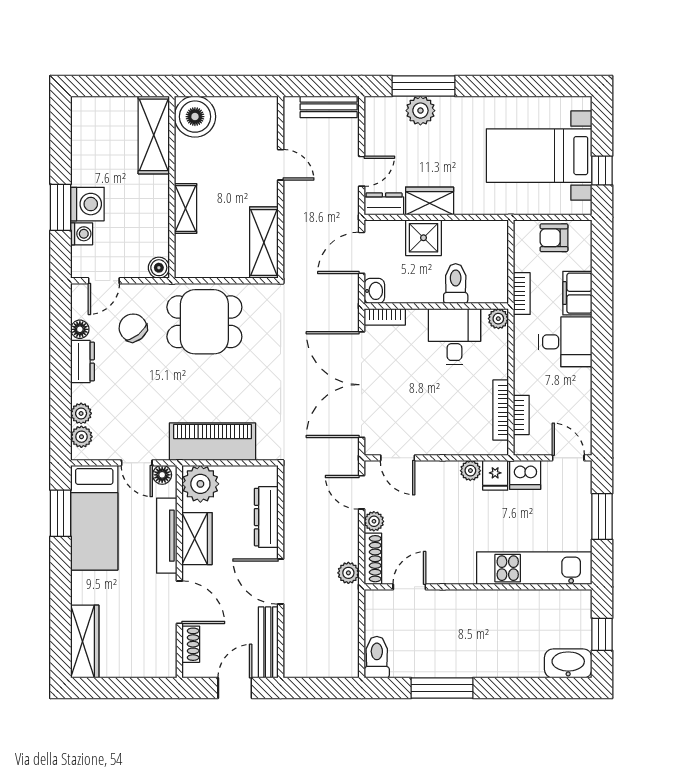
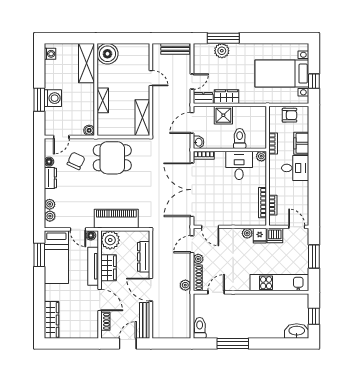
washing machine: (82, 234) -> (50, 54), moved
armchair: (554, 238) -> (290, 115), turned 180
chair: (133, 328) -> (76, 161), turned 64
door: (362, 492) -> (192, 244), hinge flipped

